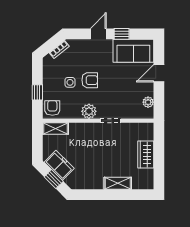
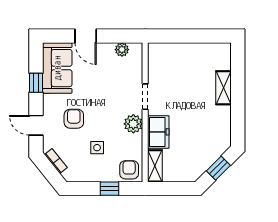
door: (98, 34) -> (36, 125), moved
armchair: (90, 80) -> (74, 119), moved
armchair: (52, 108) -> (129, 170), turned 90
wardrobe: (146, 155) -> (188, 53), removed
freezer: (59, 165) -> (158, 132), moved, turned 135

